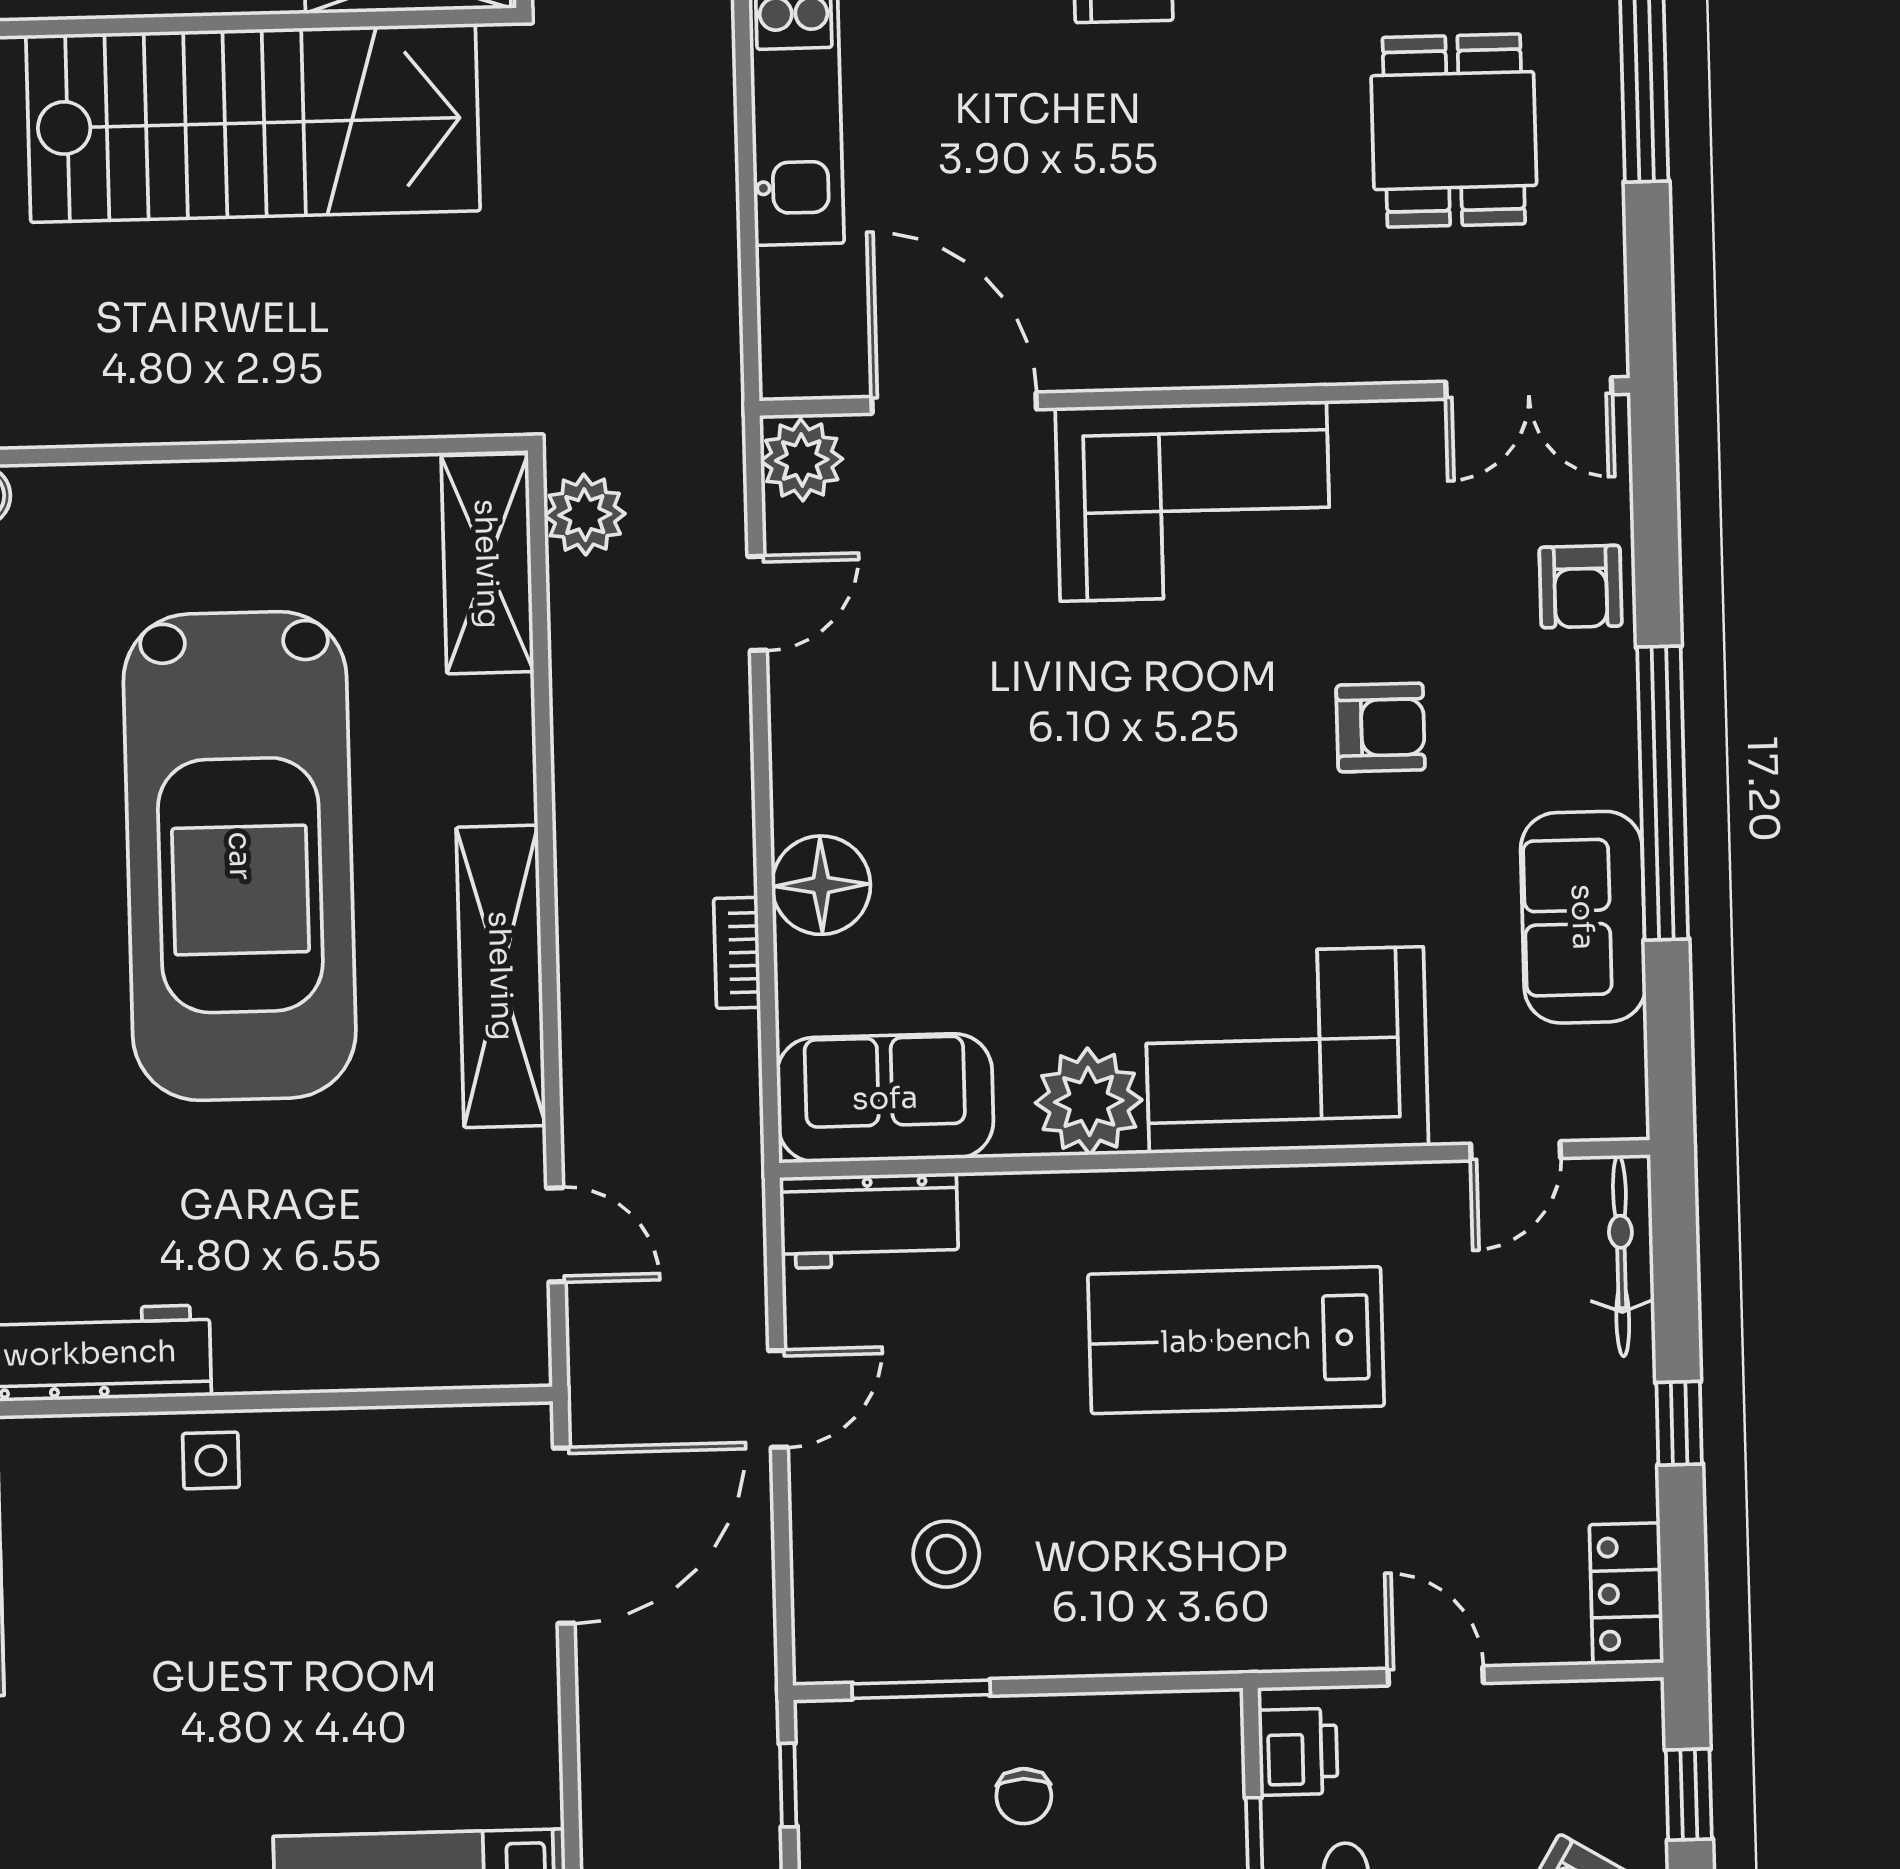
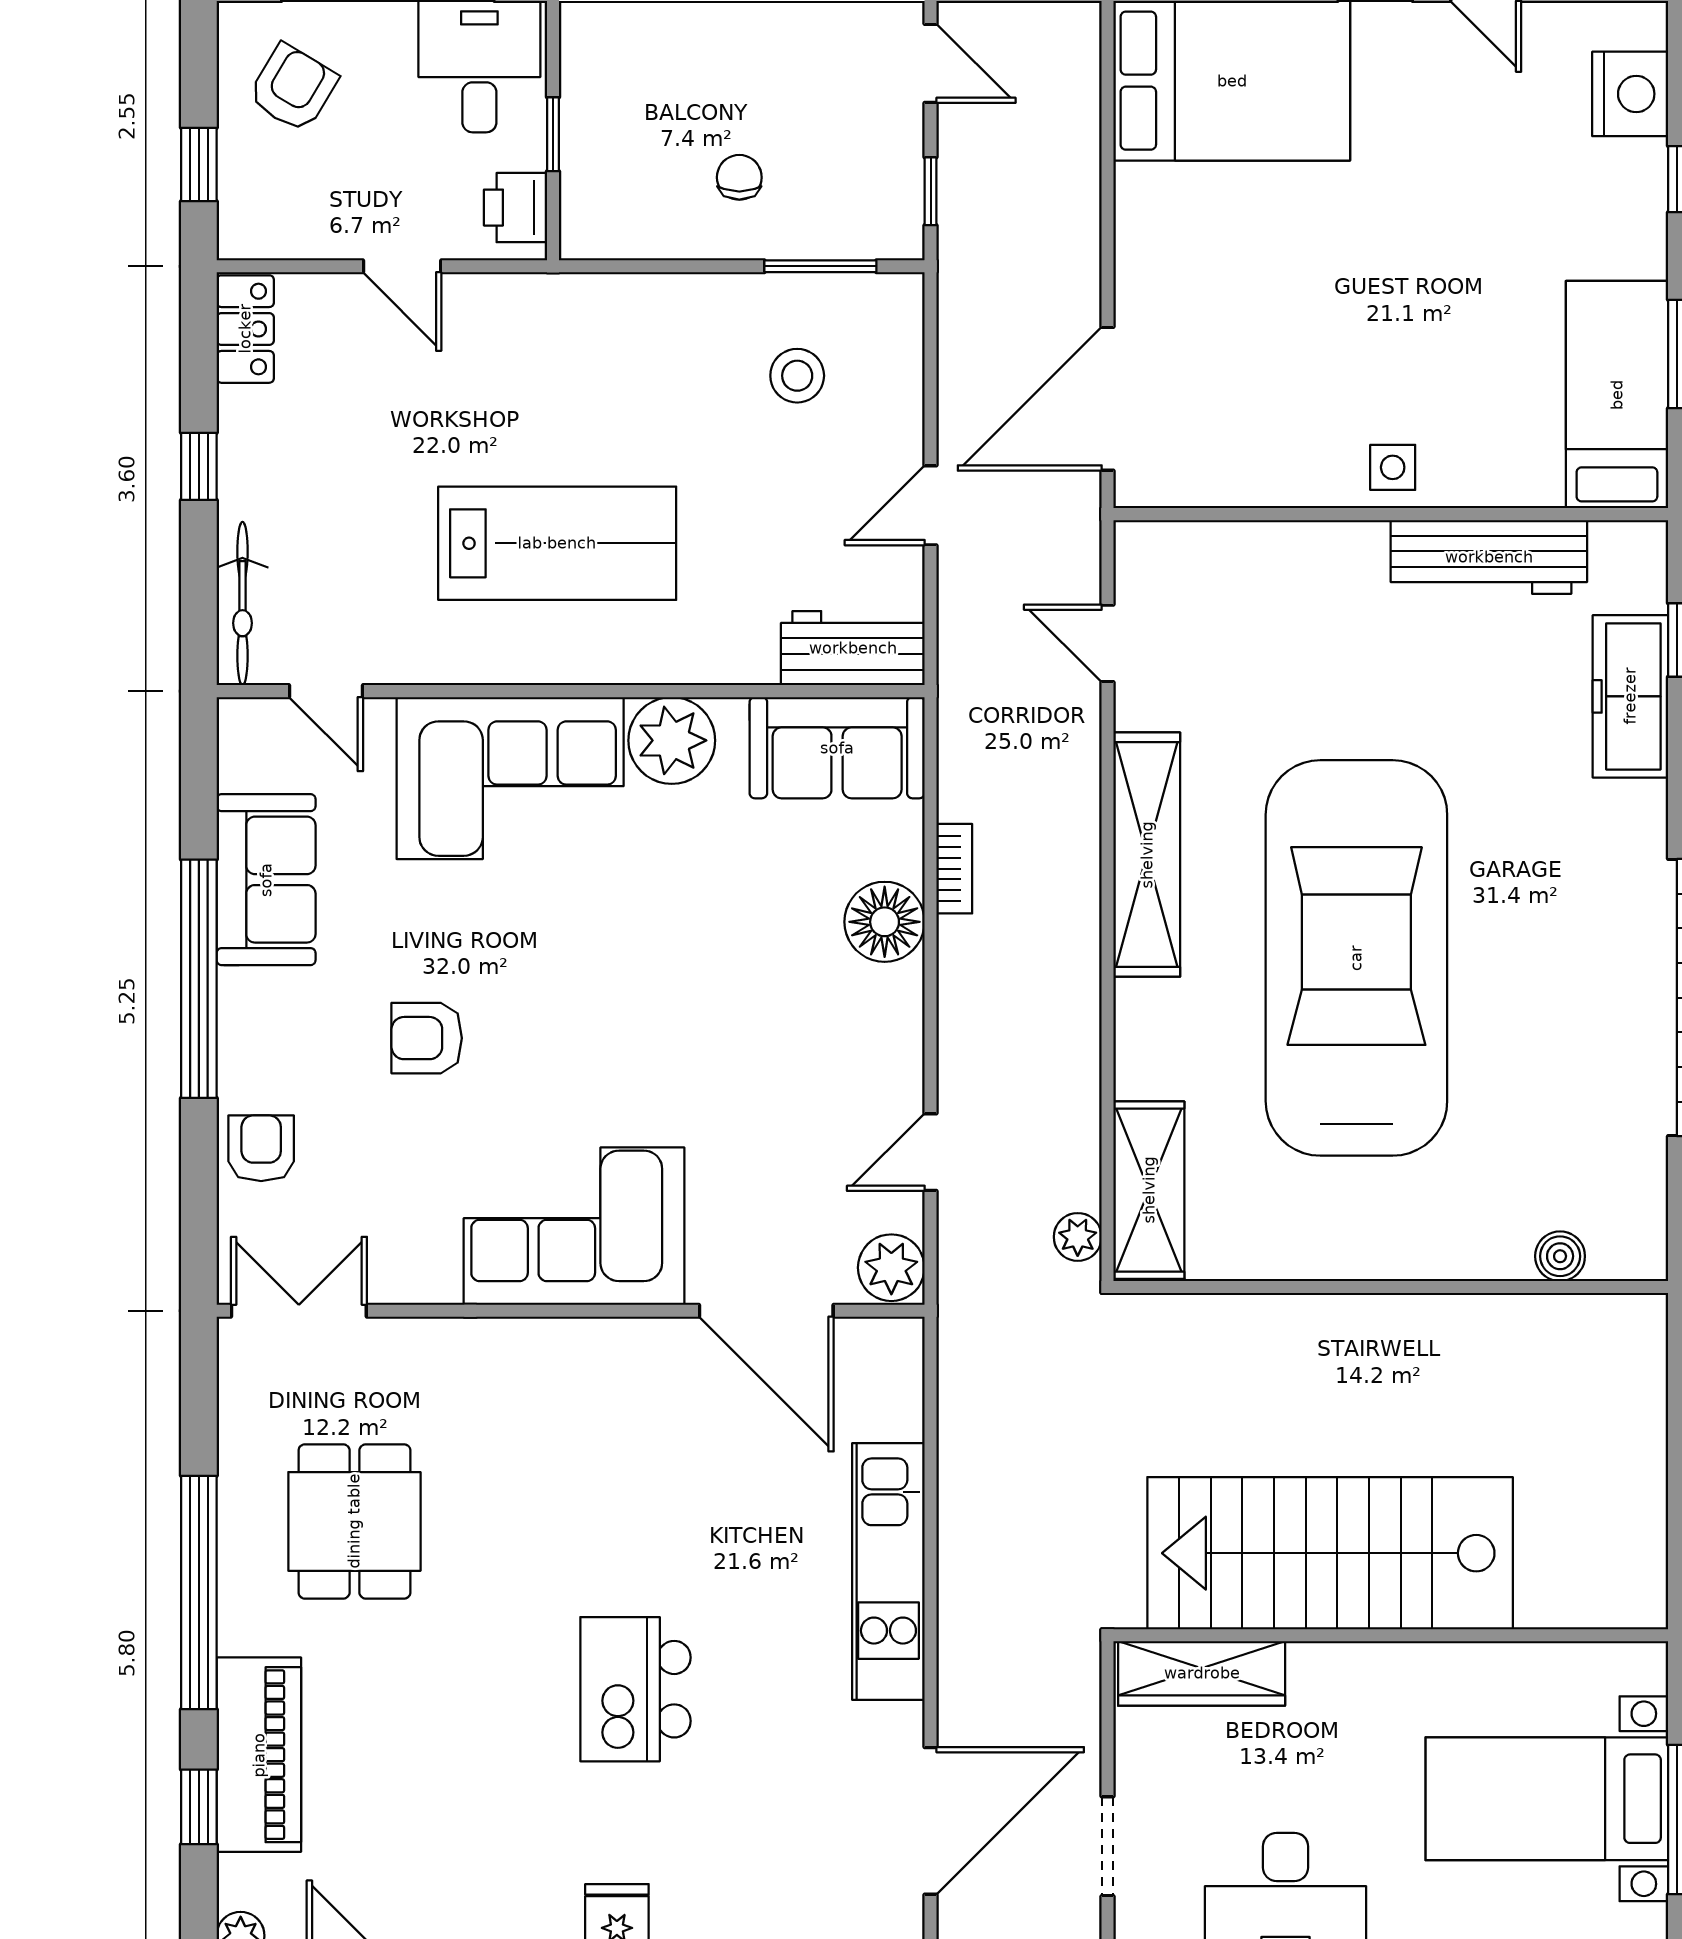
plant: (585, 515) -> (1078, 1237), width x0.73, depth x0.73
door: (1516, 1151) -> (326, 691), swing flipped

